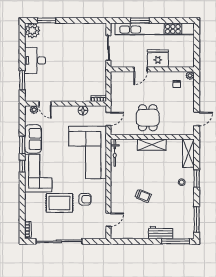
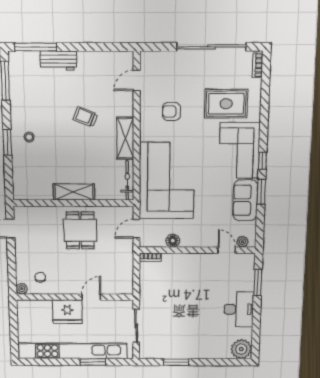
window: (47, 20) -> (176, 362), moved
shelving: (188, 153) -> (125, 138), moved
rug: (59, 203) -> (226, 104), moved

